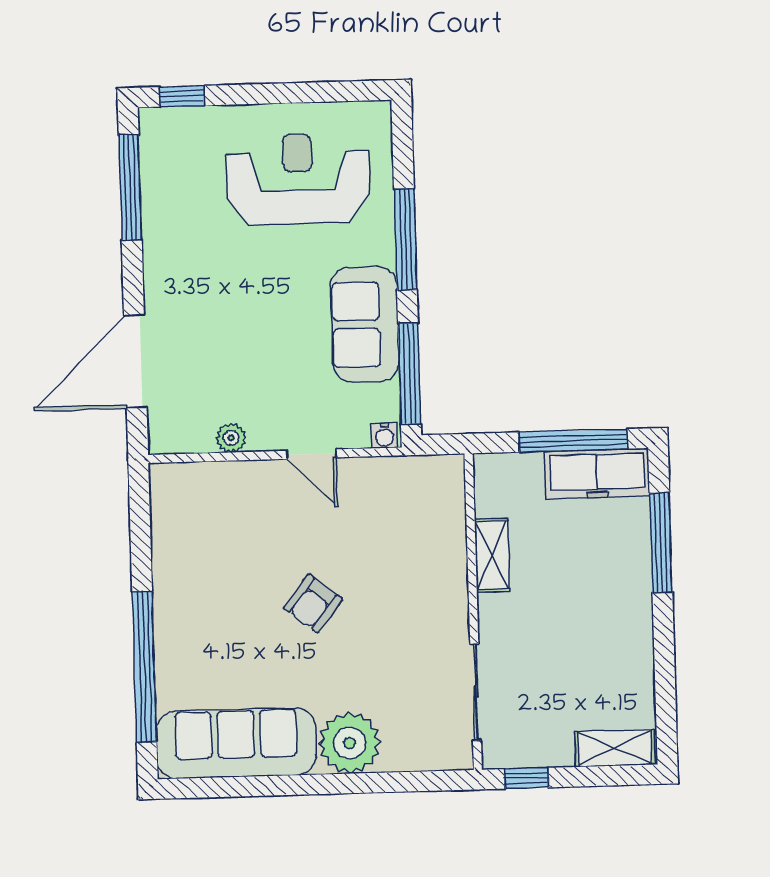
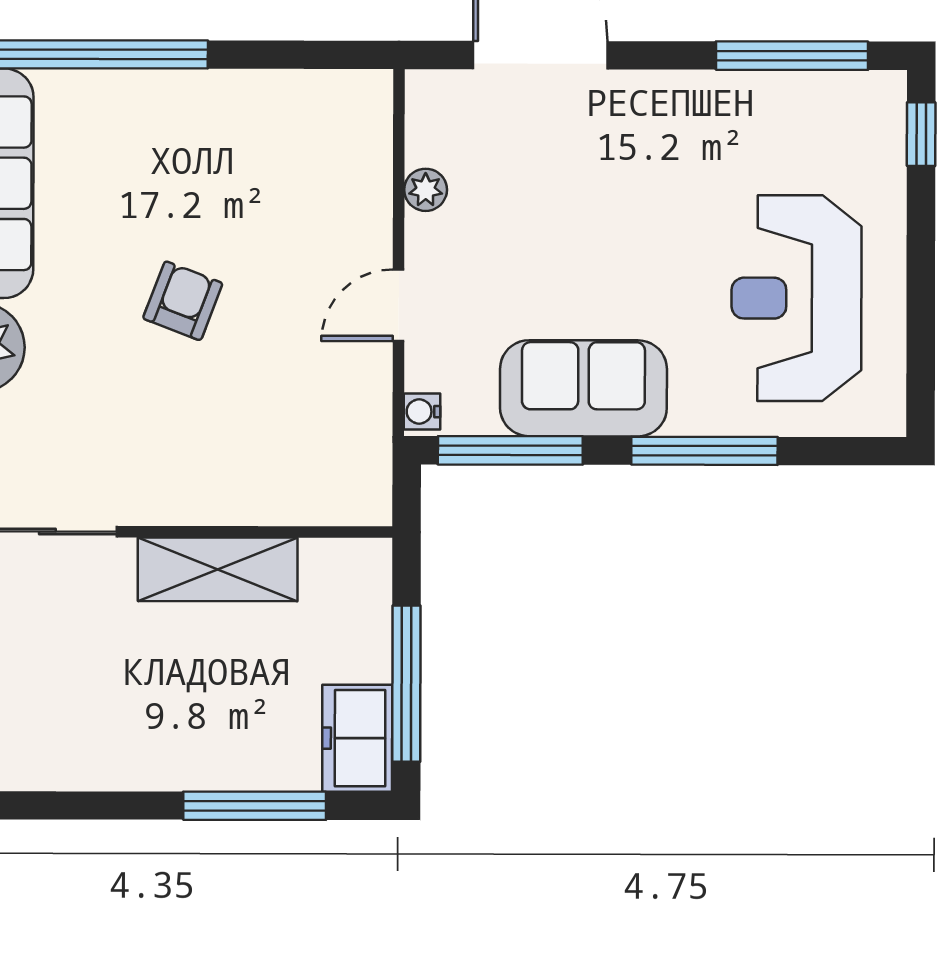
reception desk: (298, 179) -> (796, 298), turned 180
freezer: (597, 474) -> (357, 738), width x0.71
shelving: (492, 555) -> (218, 569), width x1.50, depth x1.33
armchair: (313, 603) -> (183, 301), turned 73

